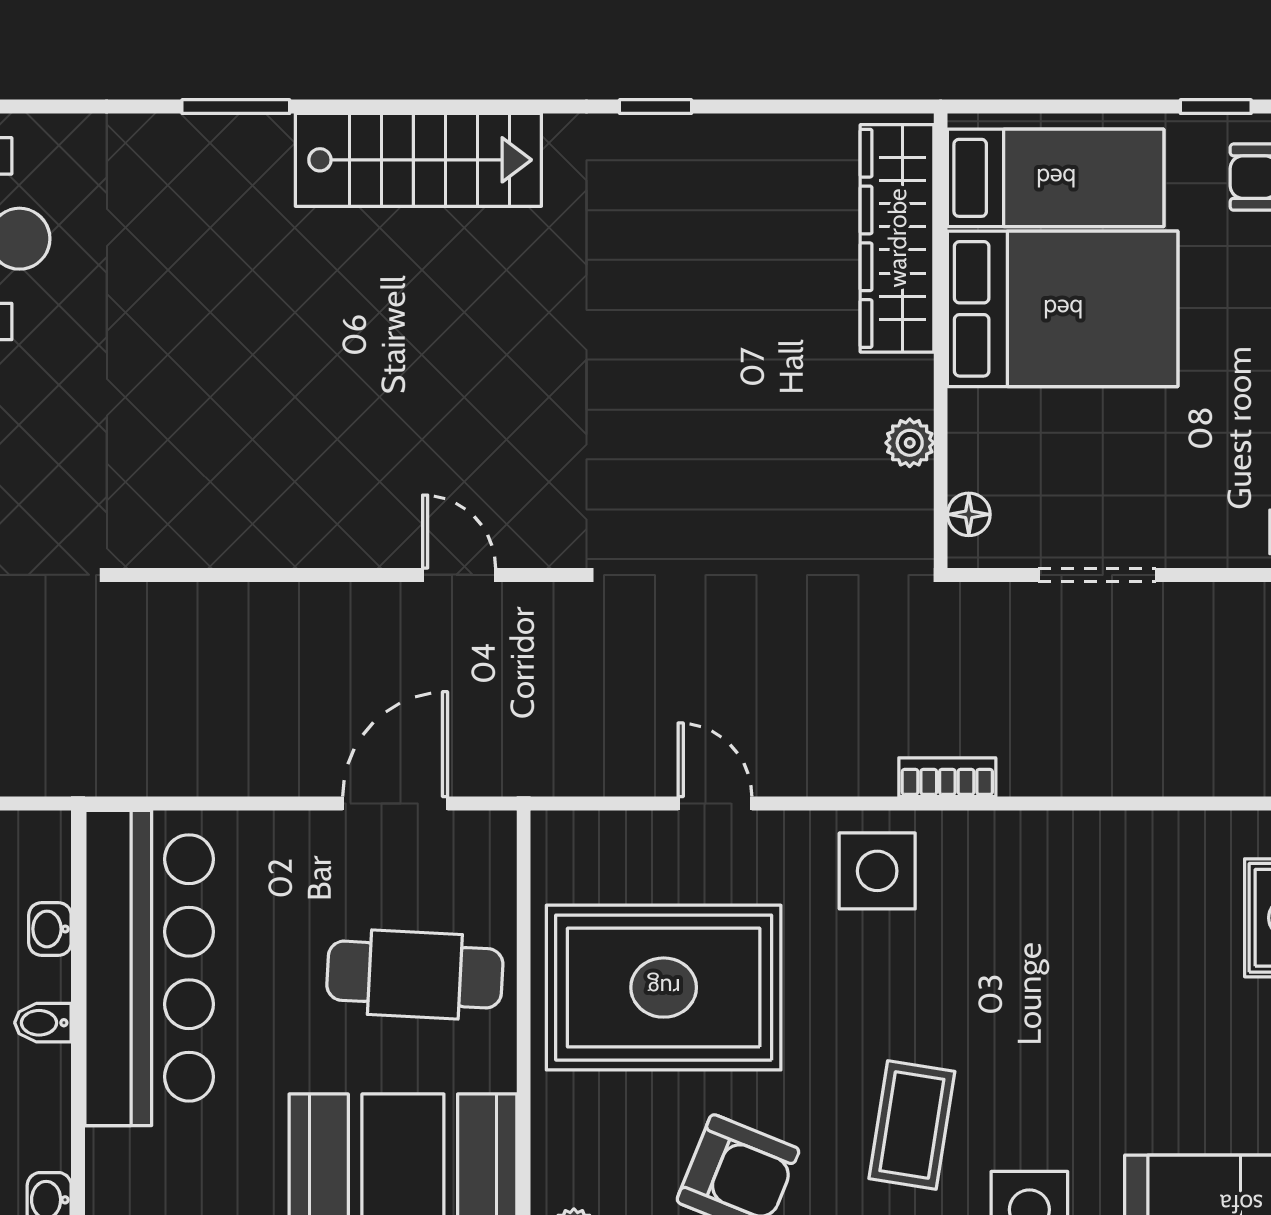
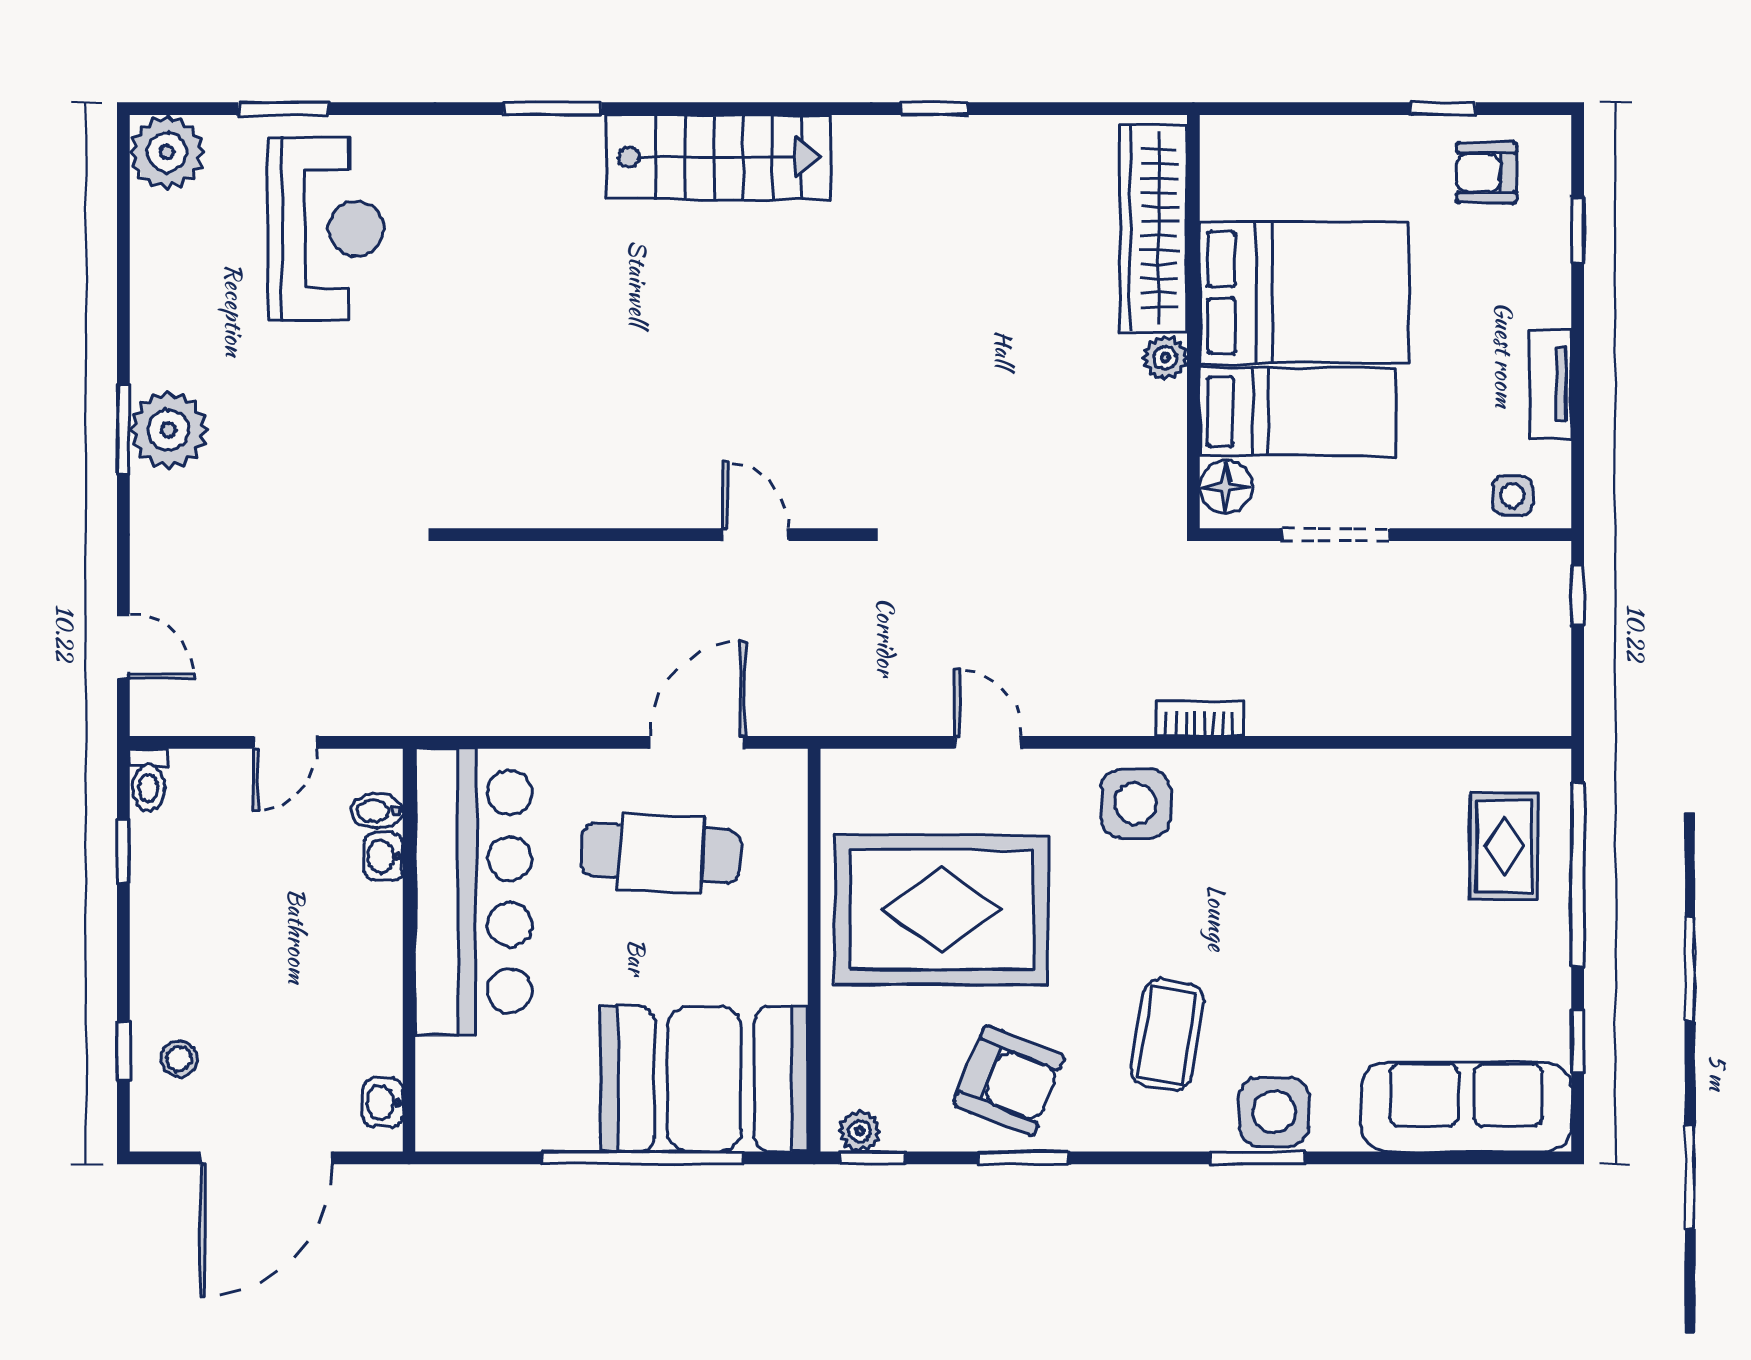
bed: (1056, 178) -> (1298, 412), moved
plant: (910, 443) -> (1165, 358), moved
floor lamp: (969, 514) -> (1226, 487), width x1.37, depth x1.37
cafe table: (415, 975) -> (661, 853), moved
bidet: (43, 1023) -> (377, 811), moved

